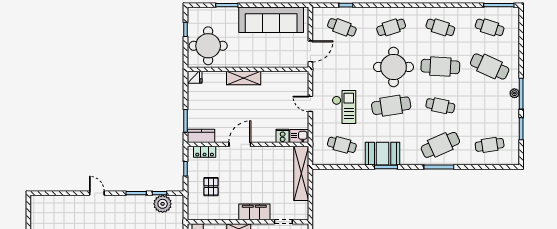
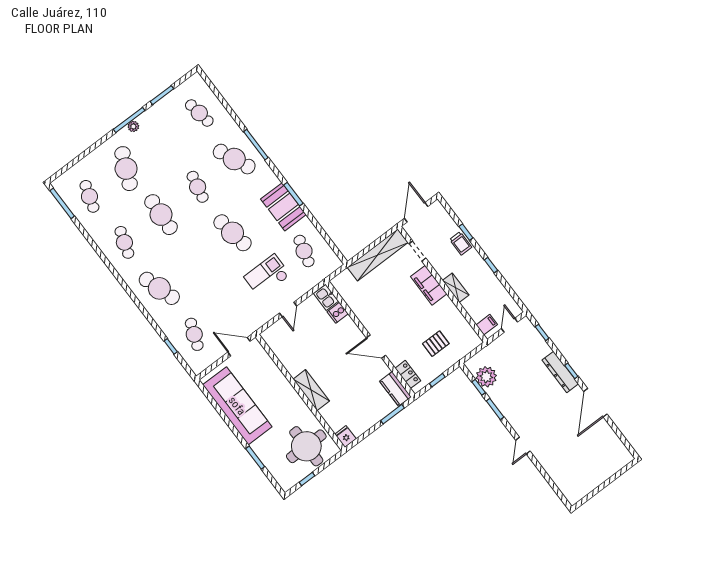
cafe table: (391, 27) -> (159, 288), width x1.37, depth x1.35
round table: (394, 67) -> (195, 258), removed
shelving: (301, 173) -> (378, 255), moved

